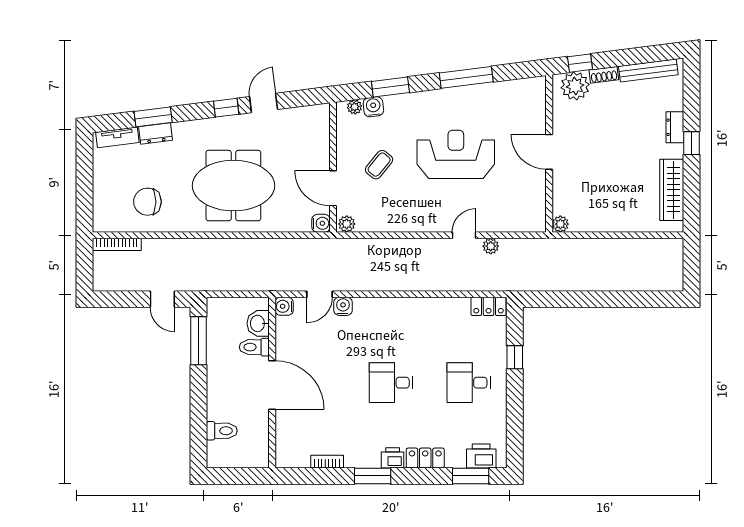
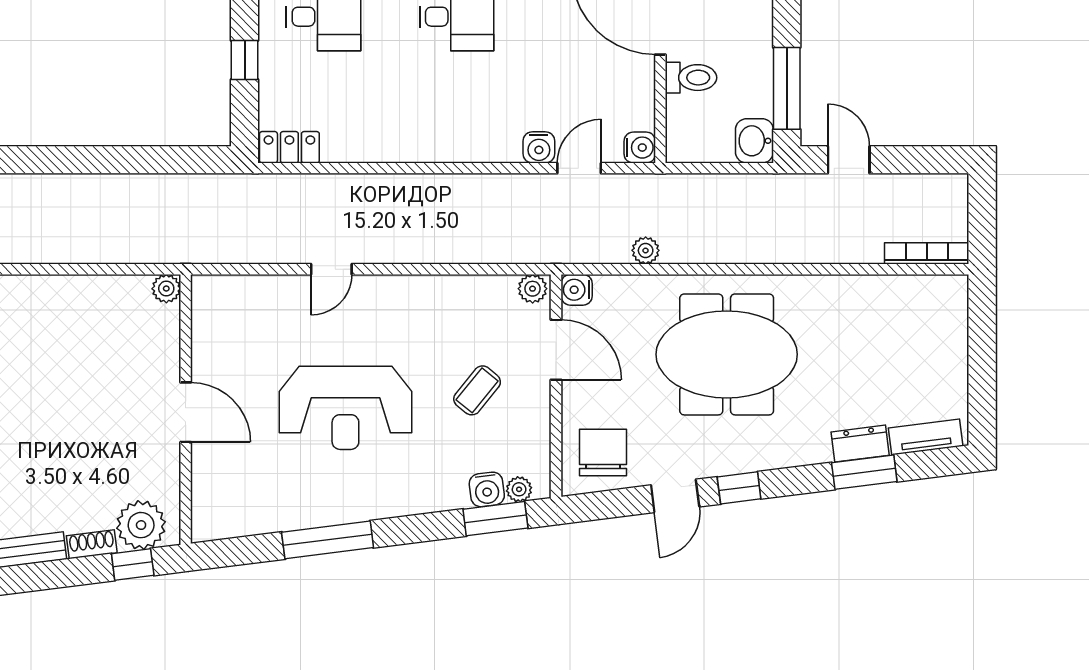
window: (390, 87) -> (495, 519), moved
chair: (147, 202) -> (603, 453), moved, turned -90
plant: (491, 246) -> (646, 250), moved
washbasin: (258, 323) -> (754, 141), moved, turned 180

